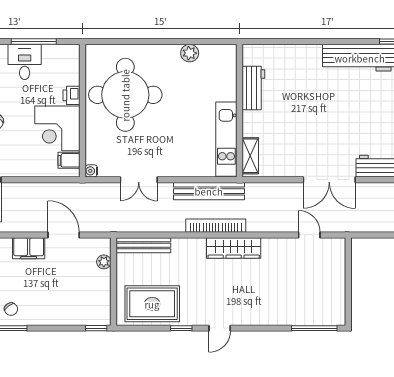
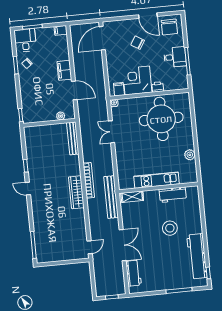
stool: (309, 98) -> (170, 228), added
kitchen unit: (226, 139) -> (157, 180), moved
double door: (329, 180) -> (123, 245), swing flipped
bench: (209, 191) -> (111, 197), moved
door: (64, 235) -> (74, 90), hinge flipped
door: (309, 235) -> (90, 247), moved
rug: (152, 304) -> (38, 147), removed

